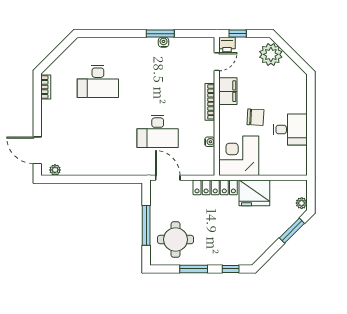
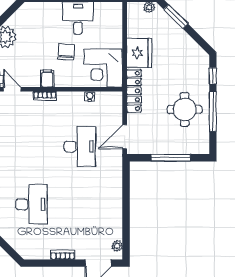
bookcase: (46, 87) -> (63, 255), moved
filing cabinet: (228, 91) -> (47, 79), width x0.50
bookcase: (210, 102) -> (45, 96), width x0.64
round table: (176, 240) -> (185, 110), moved
window: (194, 269) -> (213, 112), width x1.44

